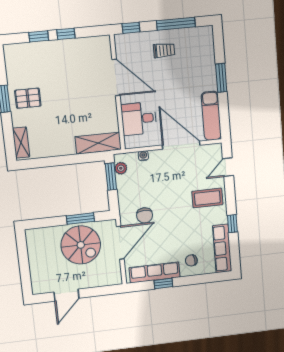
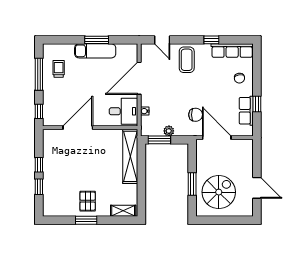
trolley: (164, 50) -> (59, 69), moved
window: (221, 78) -> (97, 40), moved
exam couch: (211, 116) -> (95, 51), moved
desk: (139, 119) -> (124, 111), moved, turned -90
shelving: (98, 143) -> (130, 156), width x1.47
plant: (121, 168) -> (169, 131), moved
window: (80, 219) -> (192, 184), moved
spiral stairs: (81, 245) -> (219, 192), moved
row of seats: (155, 272) -> (246, 111), width x0.68

